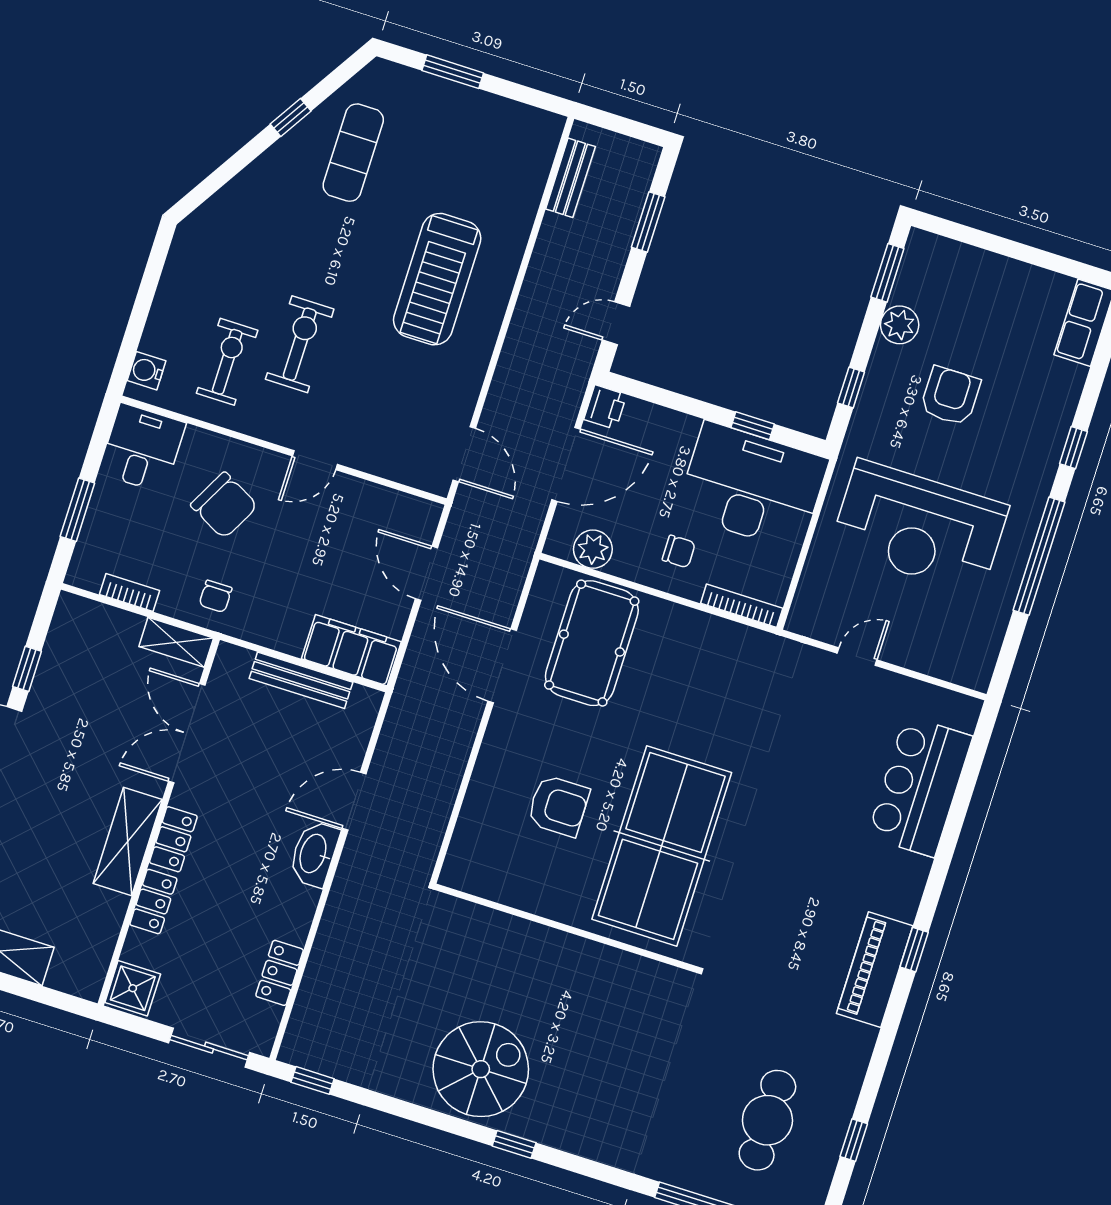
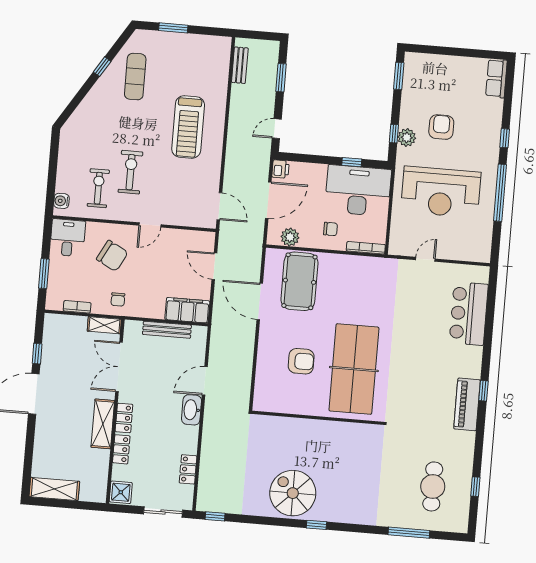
plant: (900, 325) -> (407, 138), moved
spiral stairs: (481, 1069) -> (293, 493), turned -90

